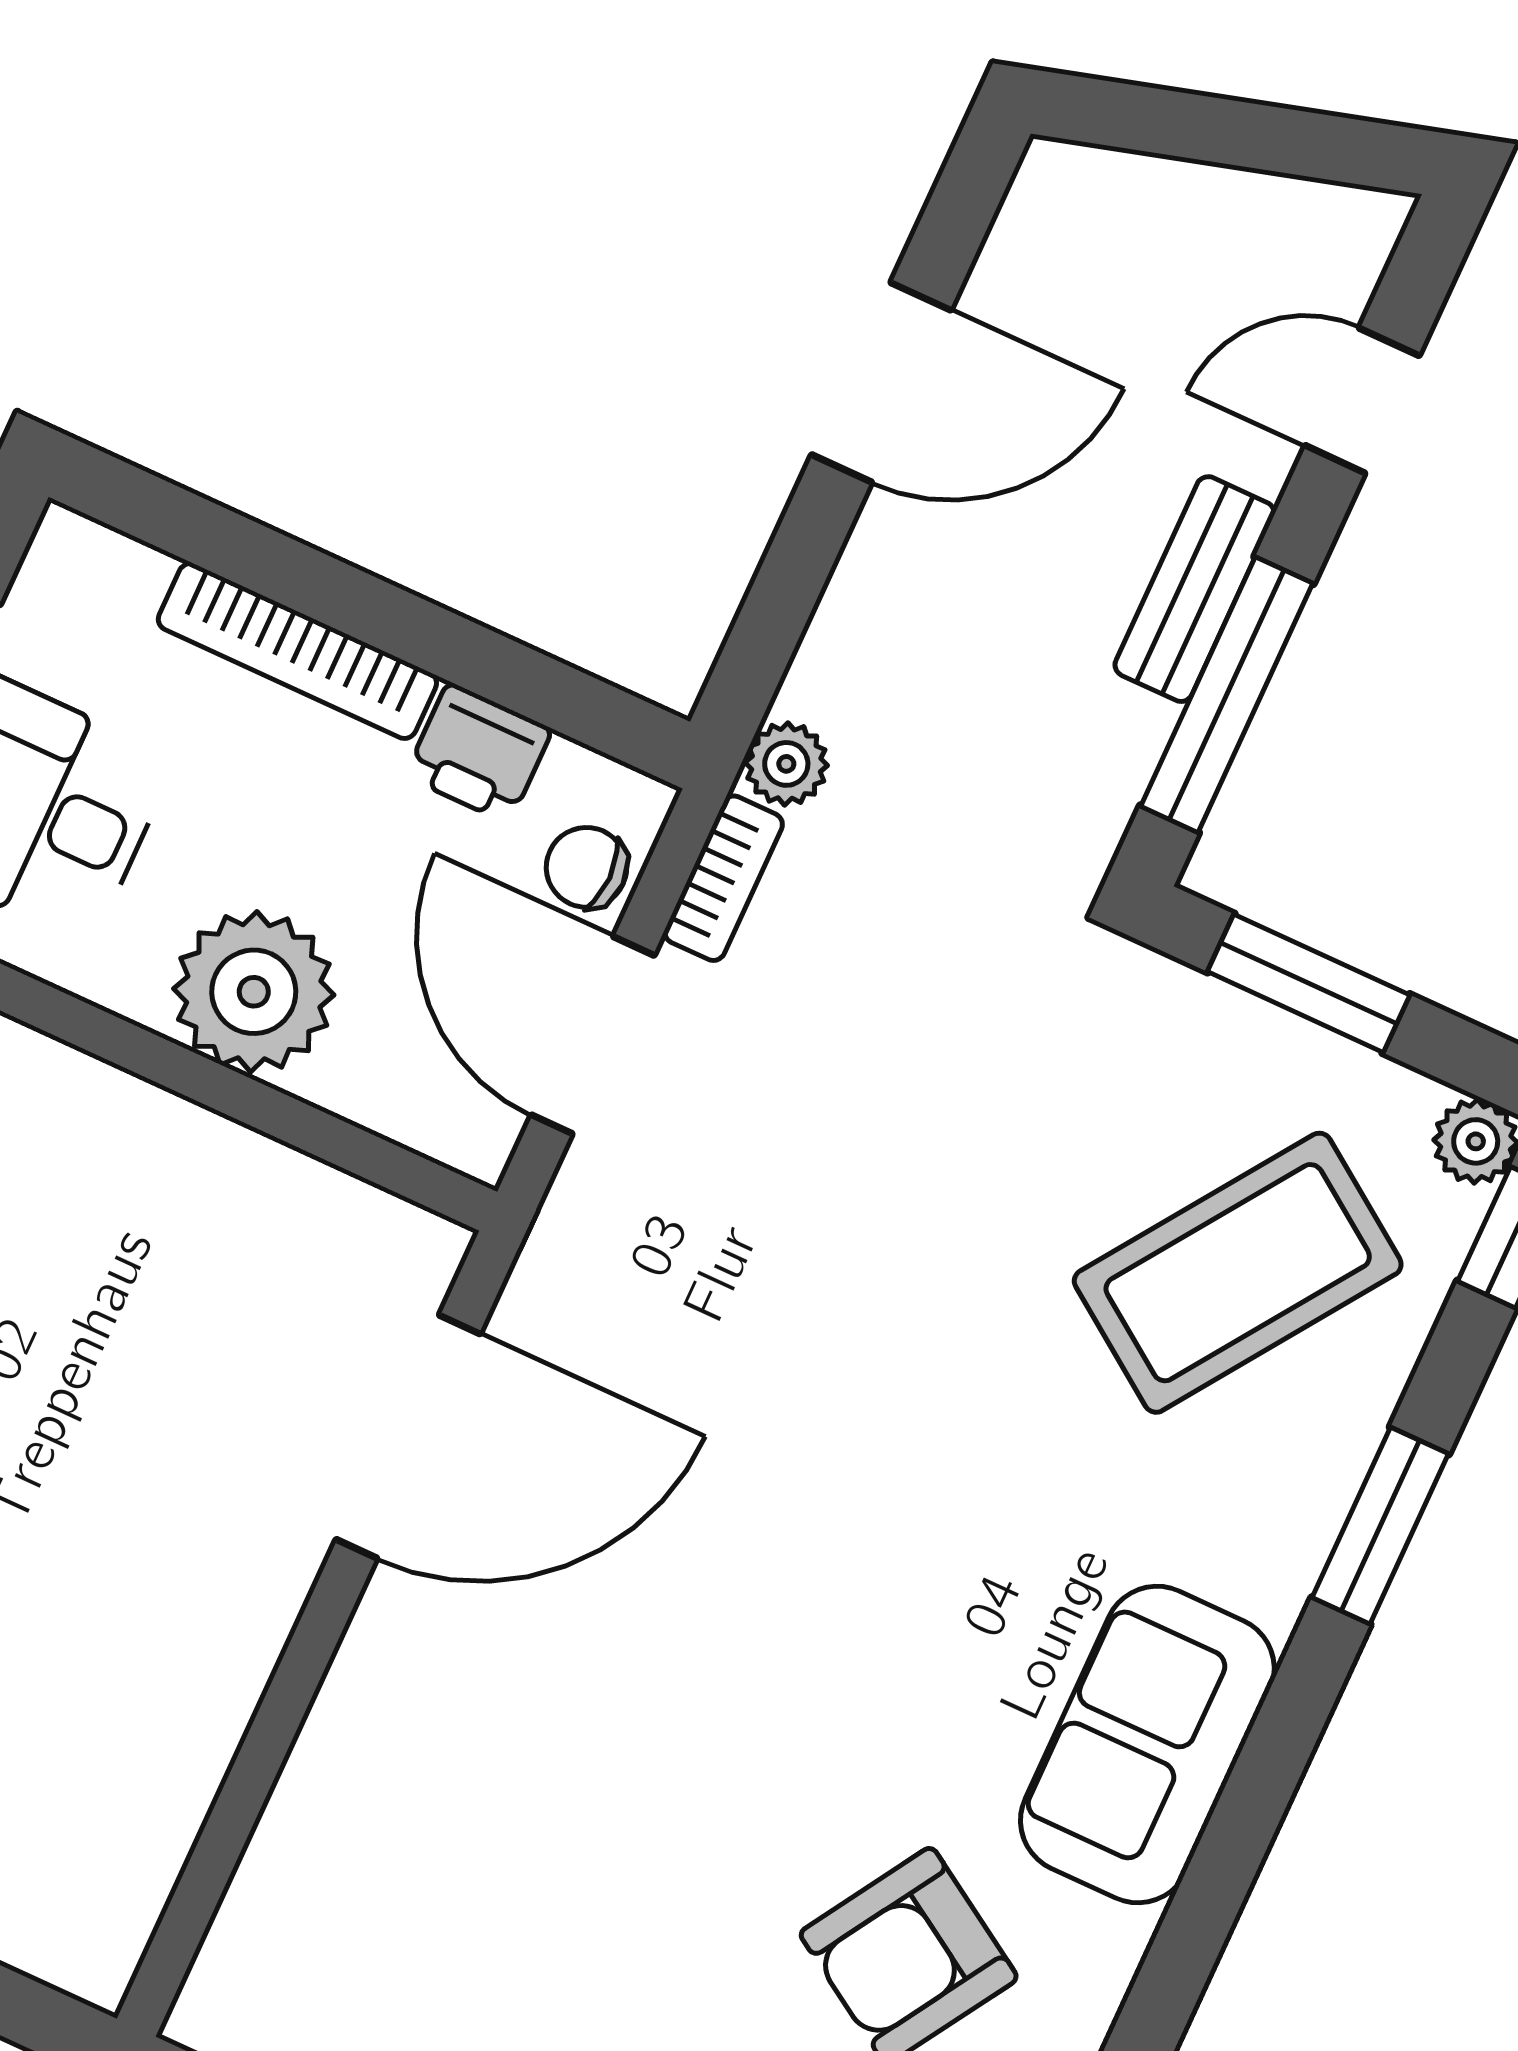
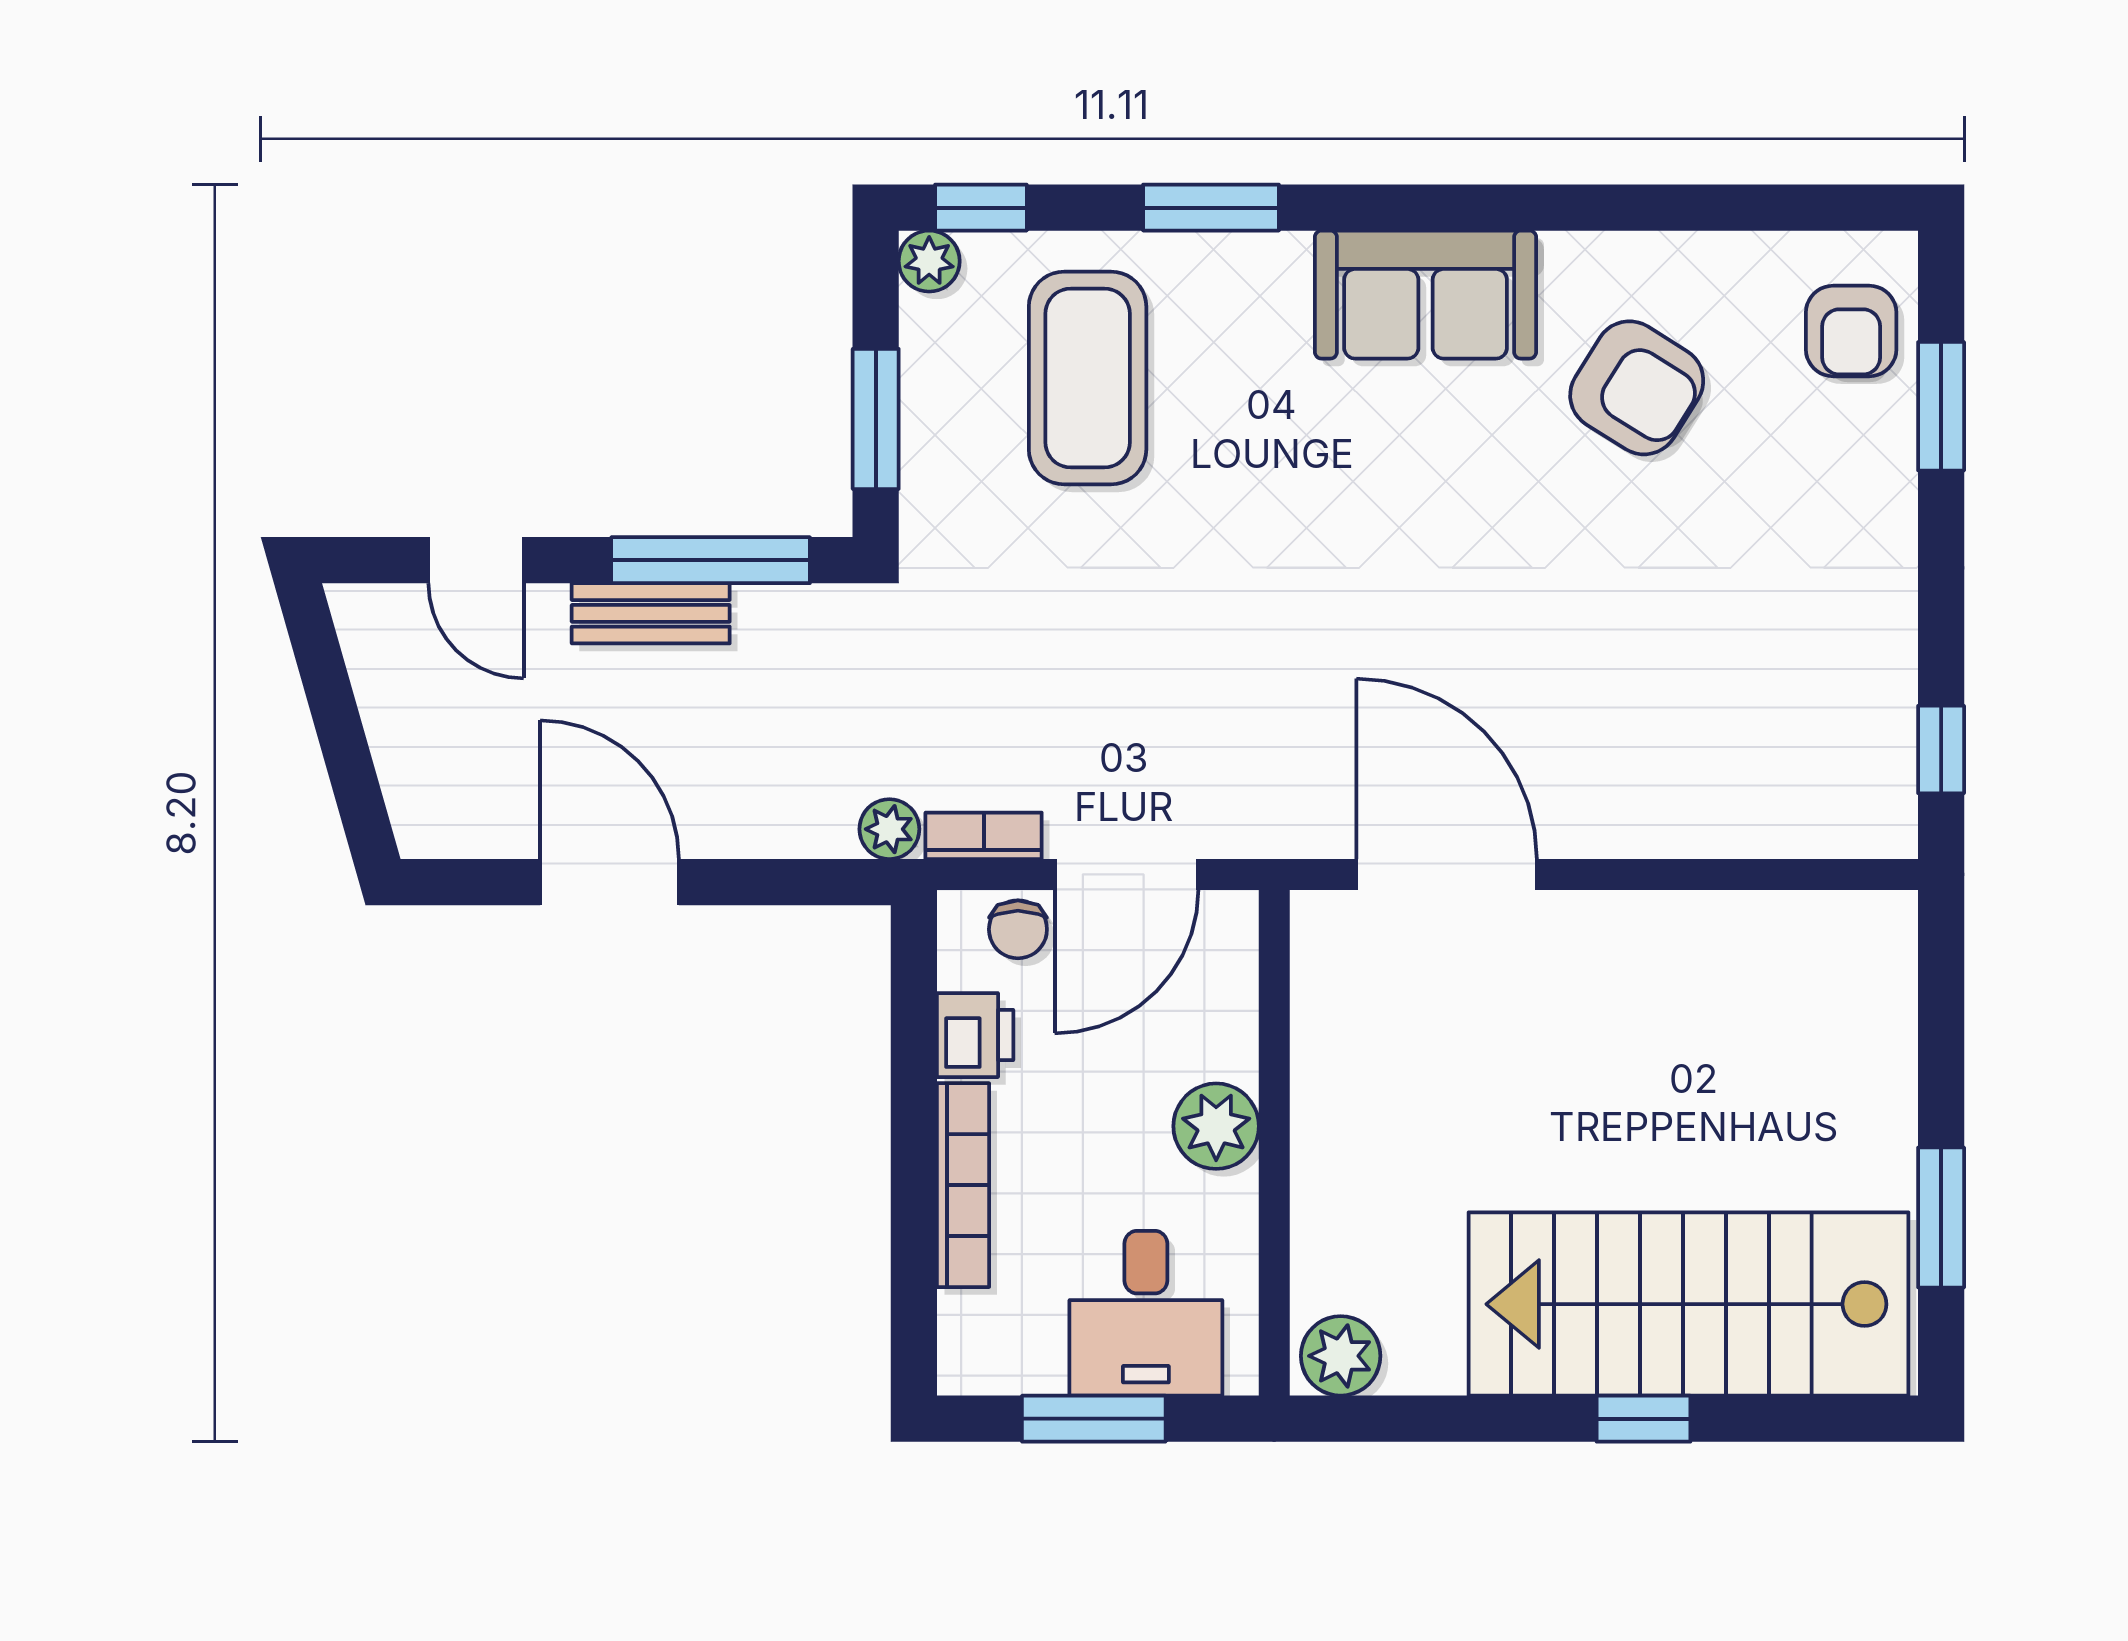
plant: (254, 992) -> (1216, 1126), width x0.73, depth x0.73
coffee table: (1238, 1273) -> (1088, 378), turned 55

